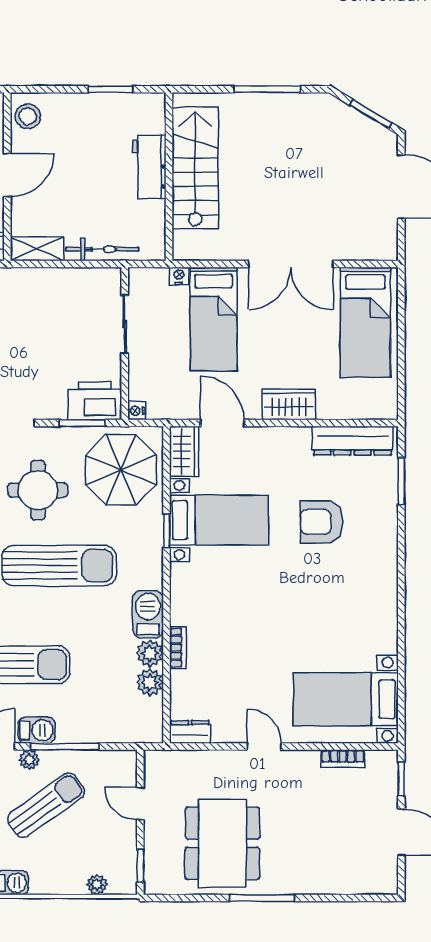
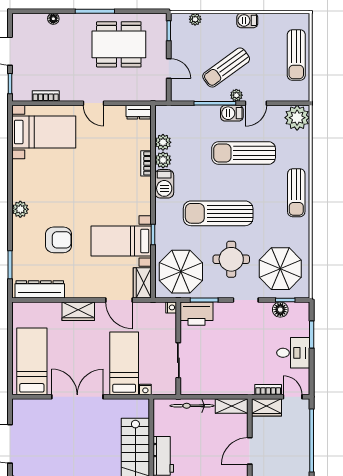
plant: (384, 572) -> (20, 209), added
dining table: (222, 843) -> (119, 44), turned 90
floor lamp: (330, 885) -> (53, 19), added

